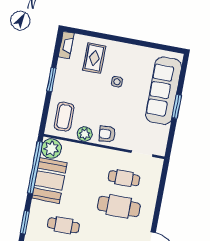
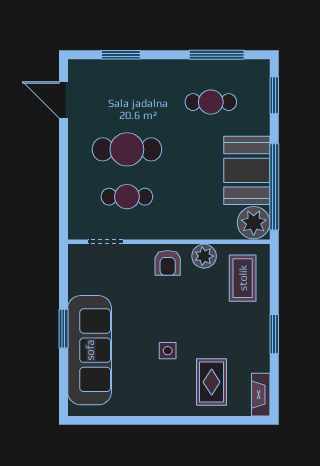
armchair: (107, 134) -> (168, 263), turned 95

